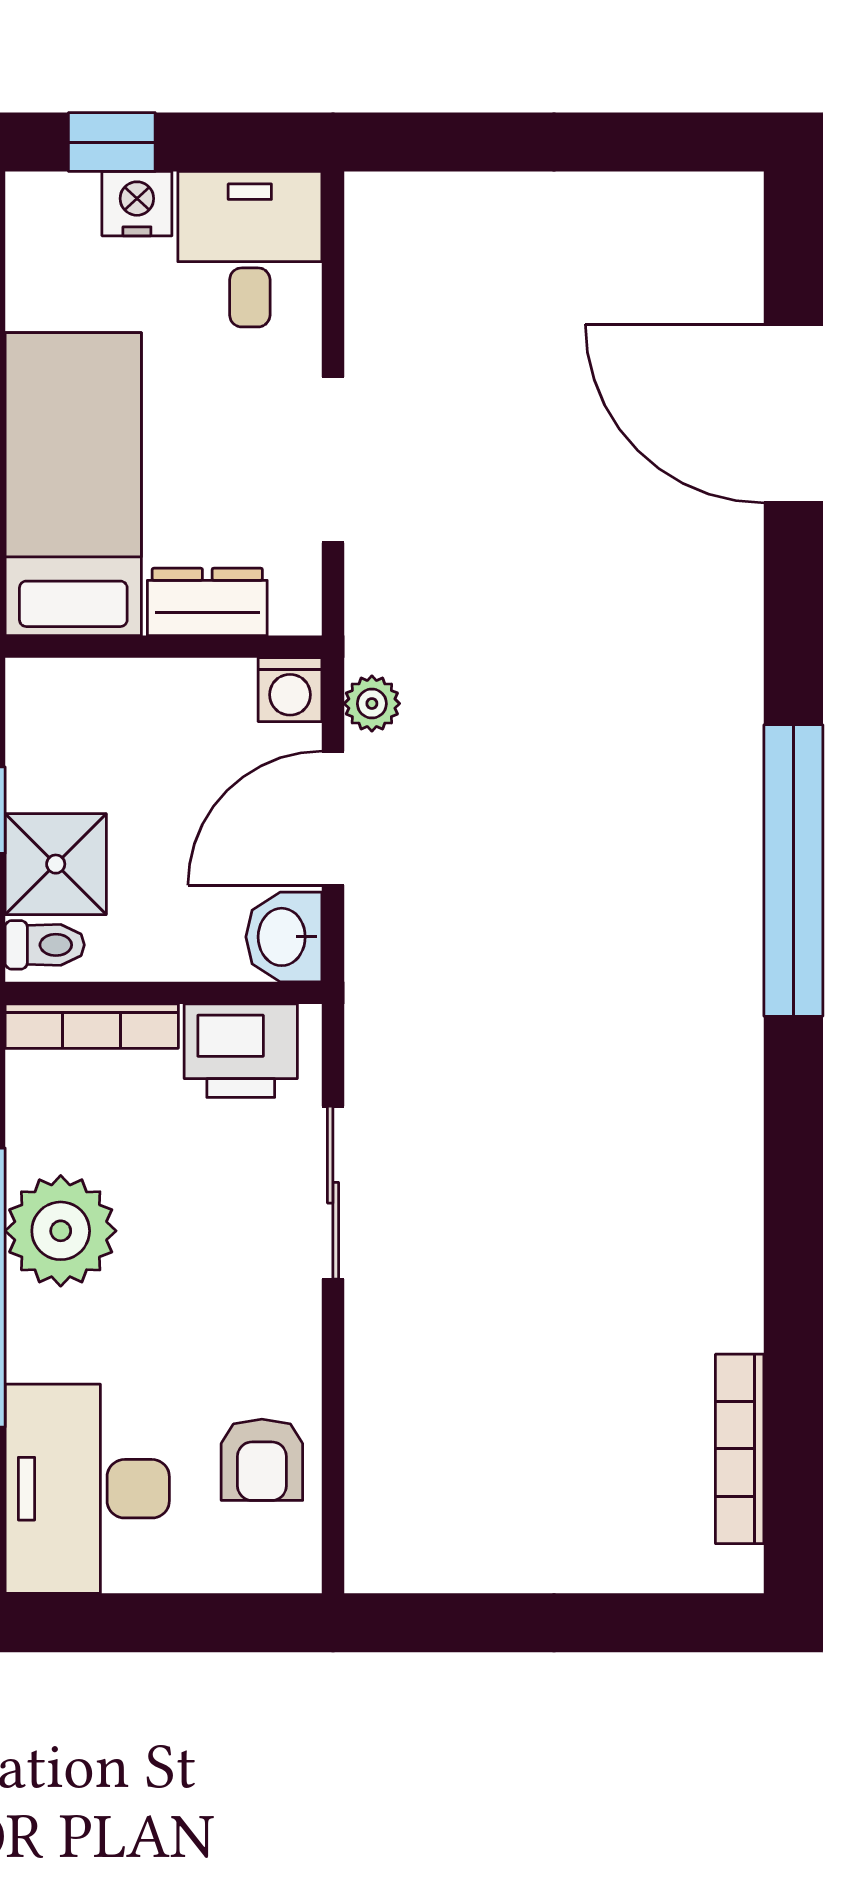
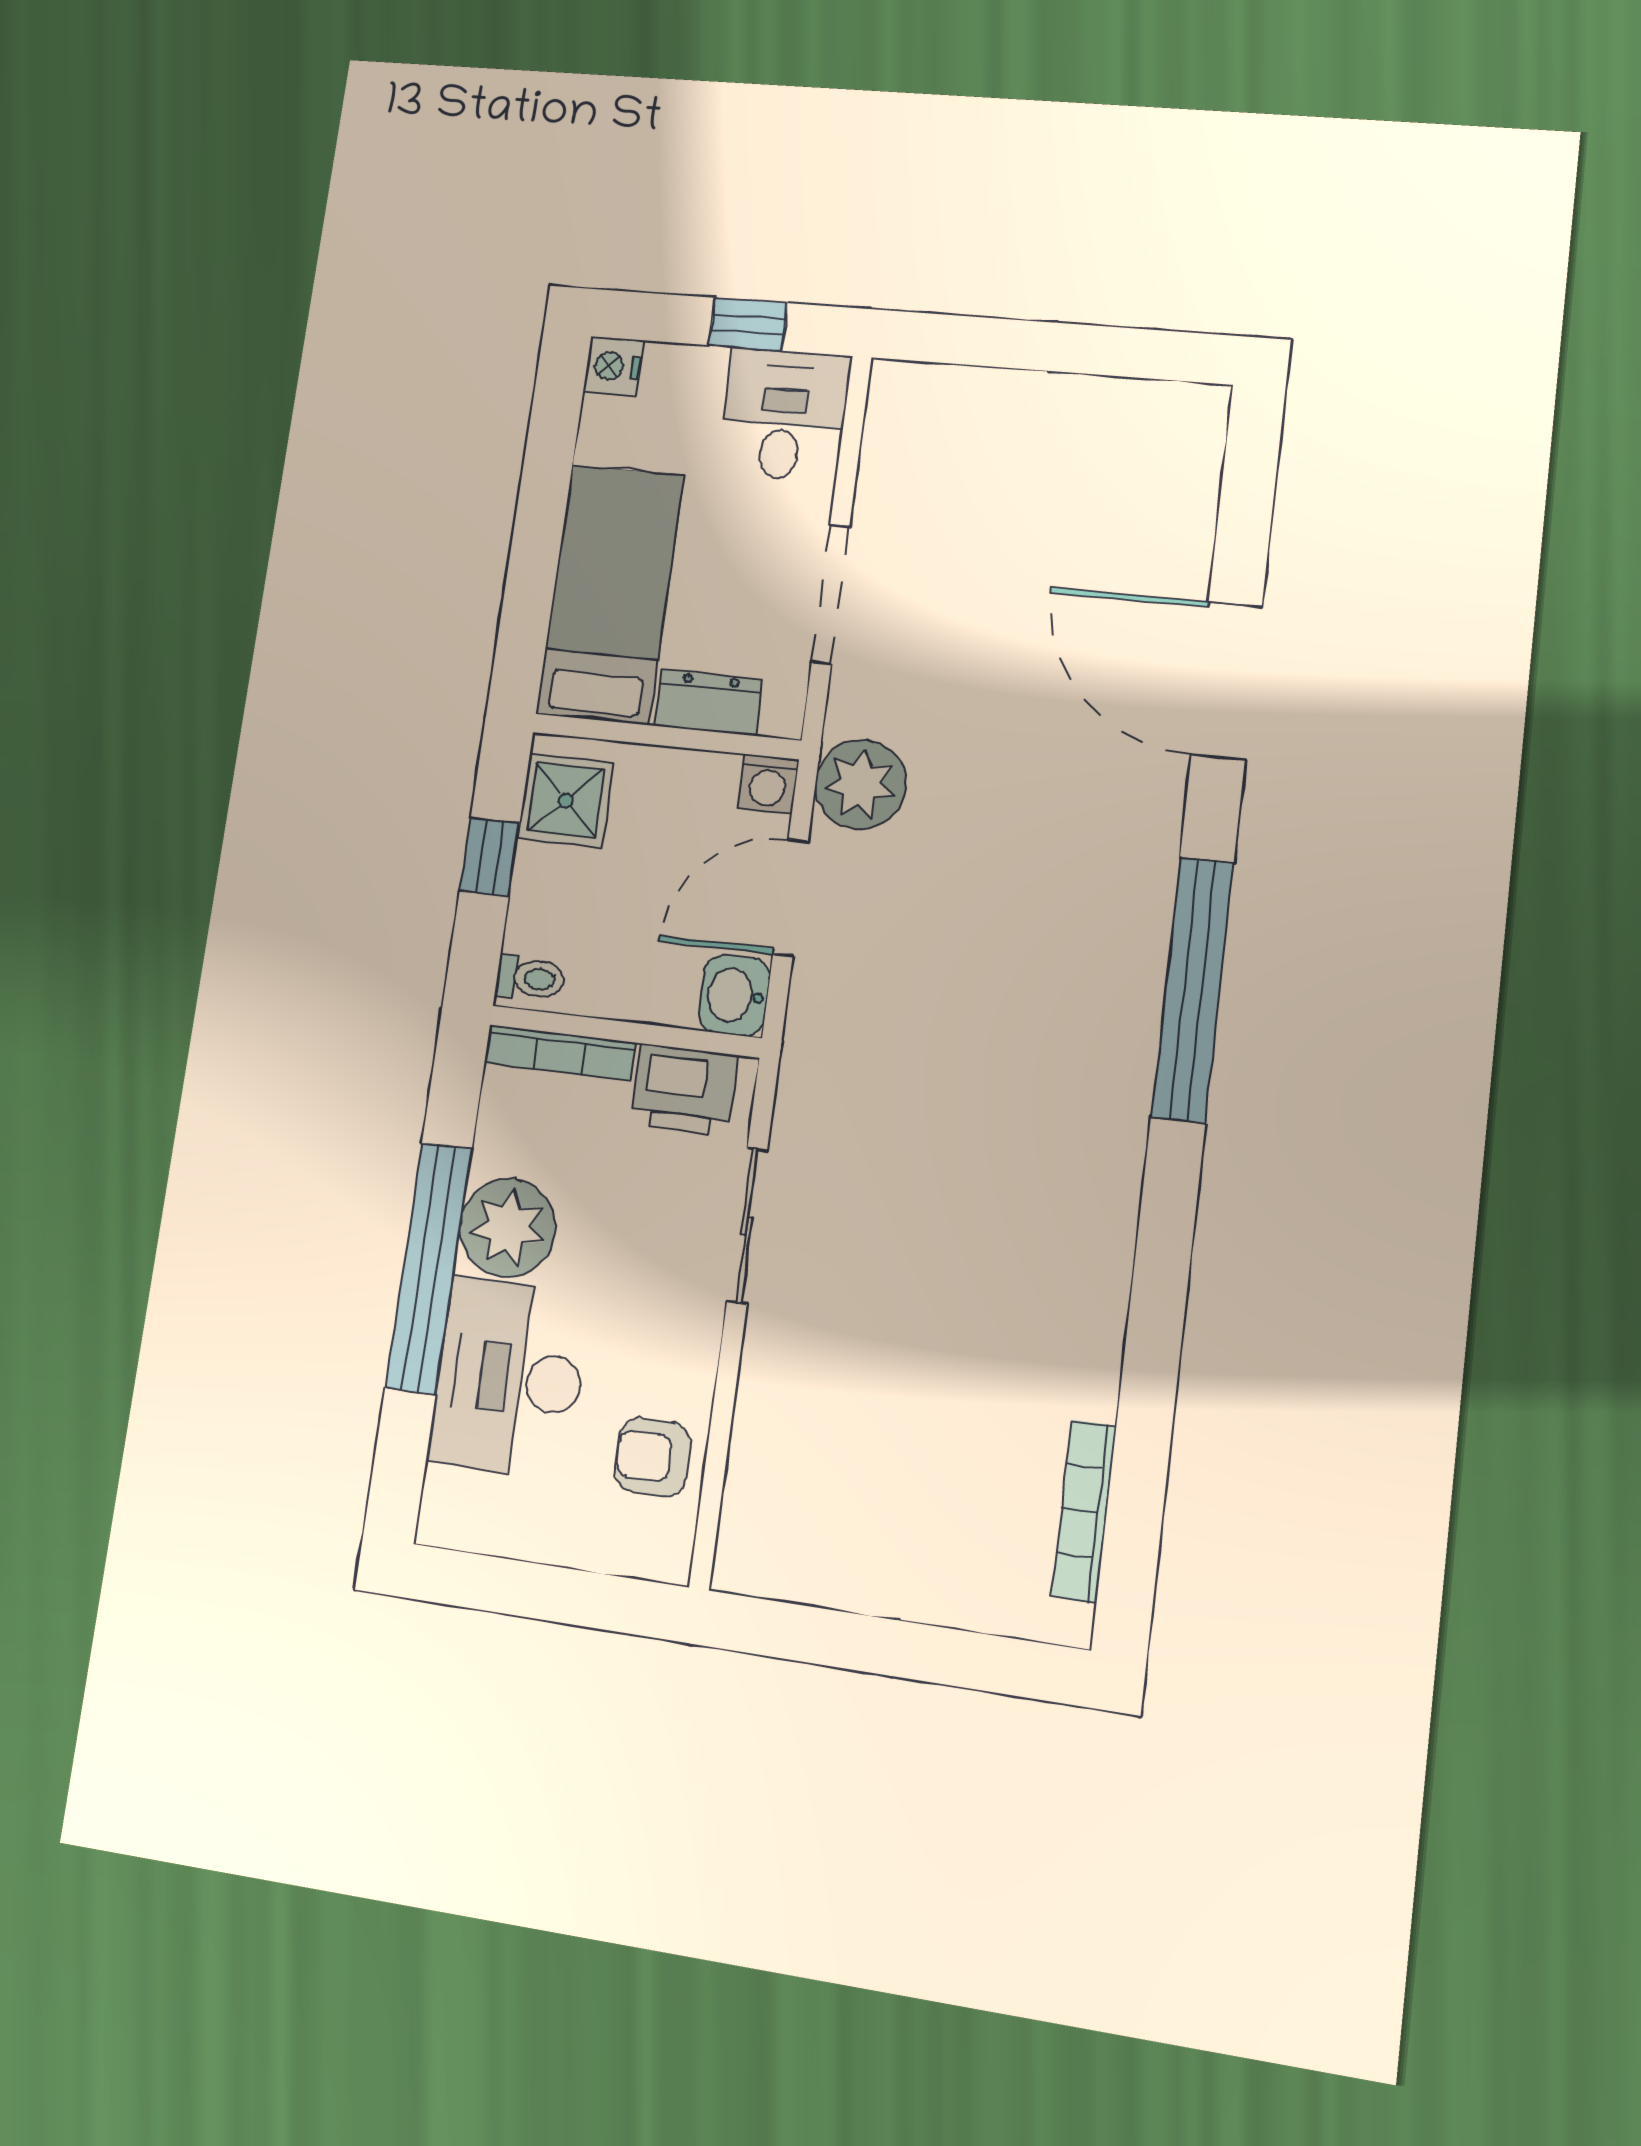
window: (112, 142) -> (748, 324), moved
nightstand: (137, 204) -> (613, 366), moved, turned -90
door: (793, 413) -> (1227, 681), moved
plant: (372, 704) -> (861, 784), width x1.88, depth x1.88
shower: (56, 864) -> (566, 800), moved
armchair: (262, 1460) -> (653, 1457), turned 90
desk: (87, 1489) -> (509, 1378), moved

